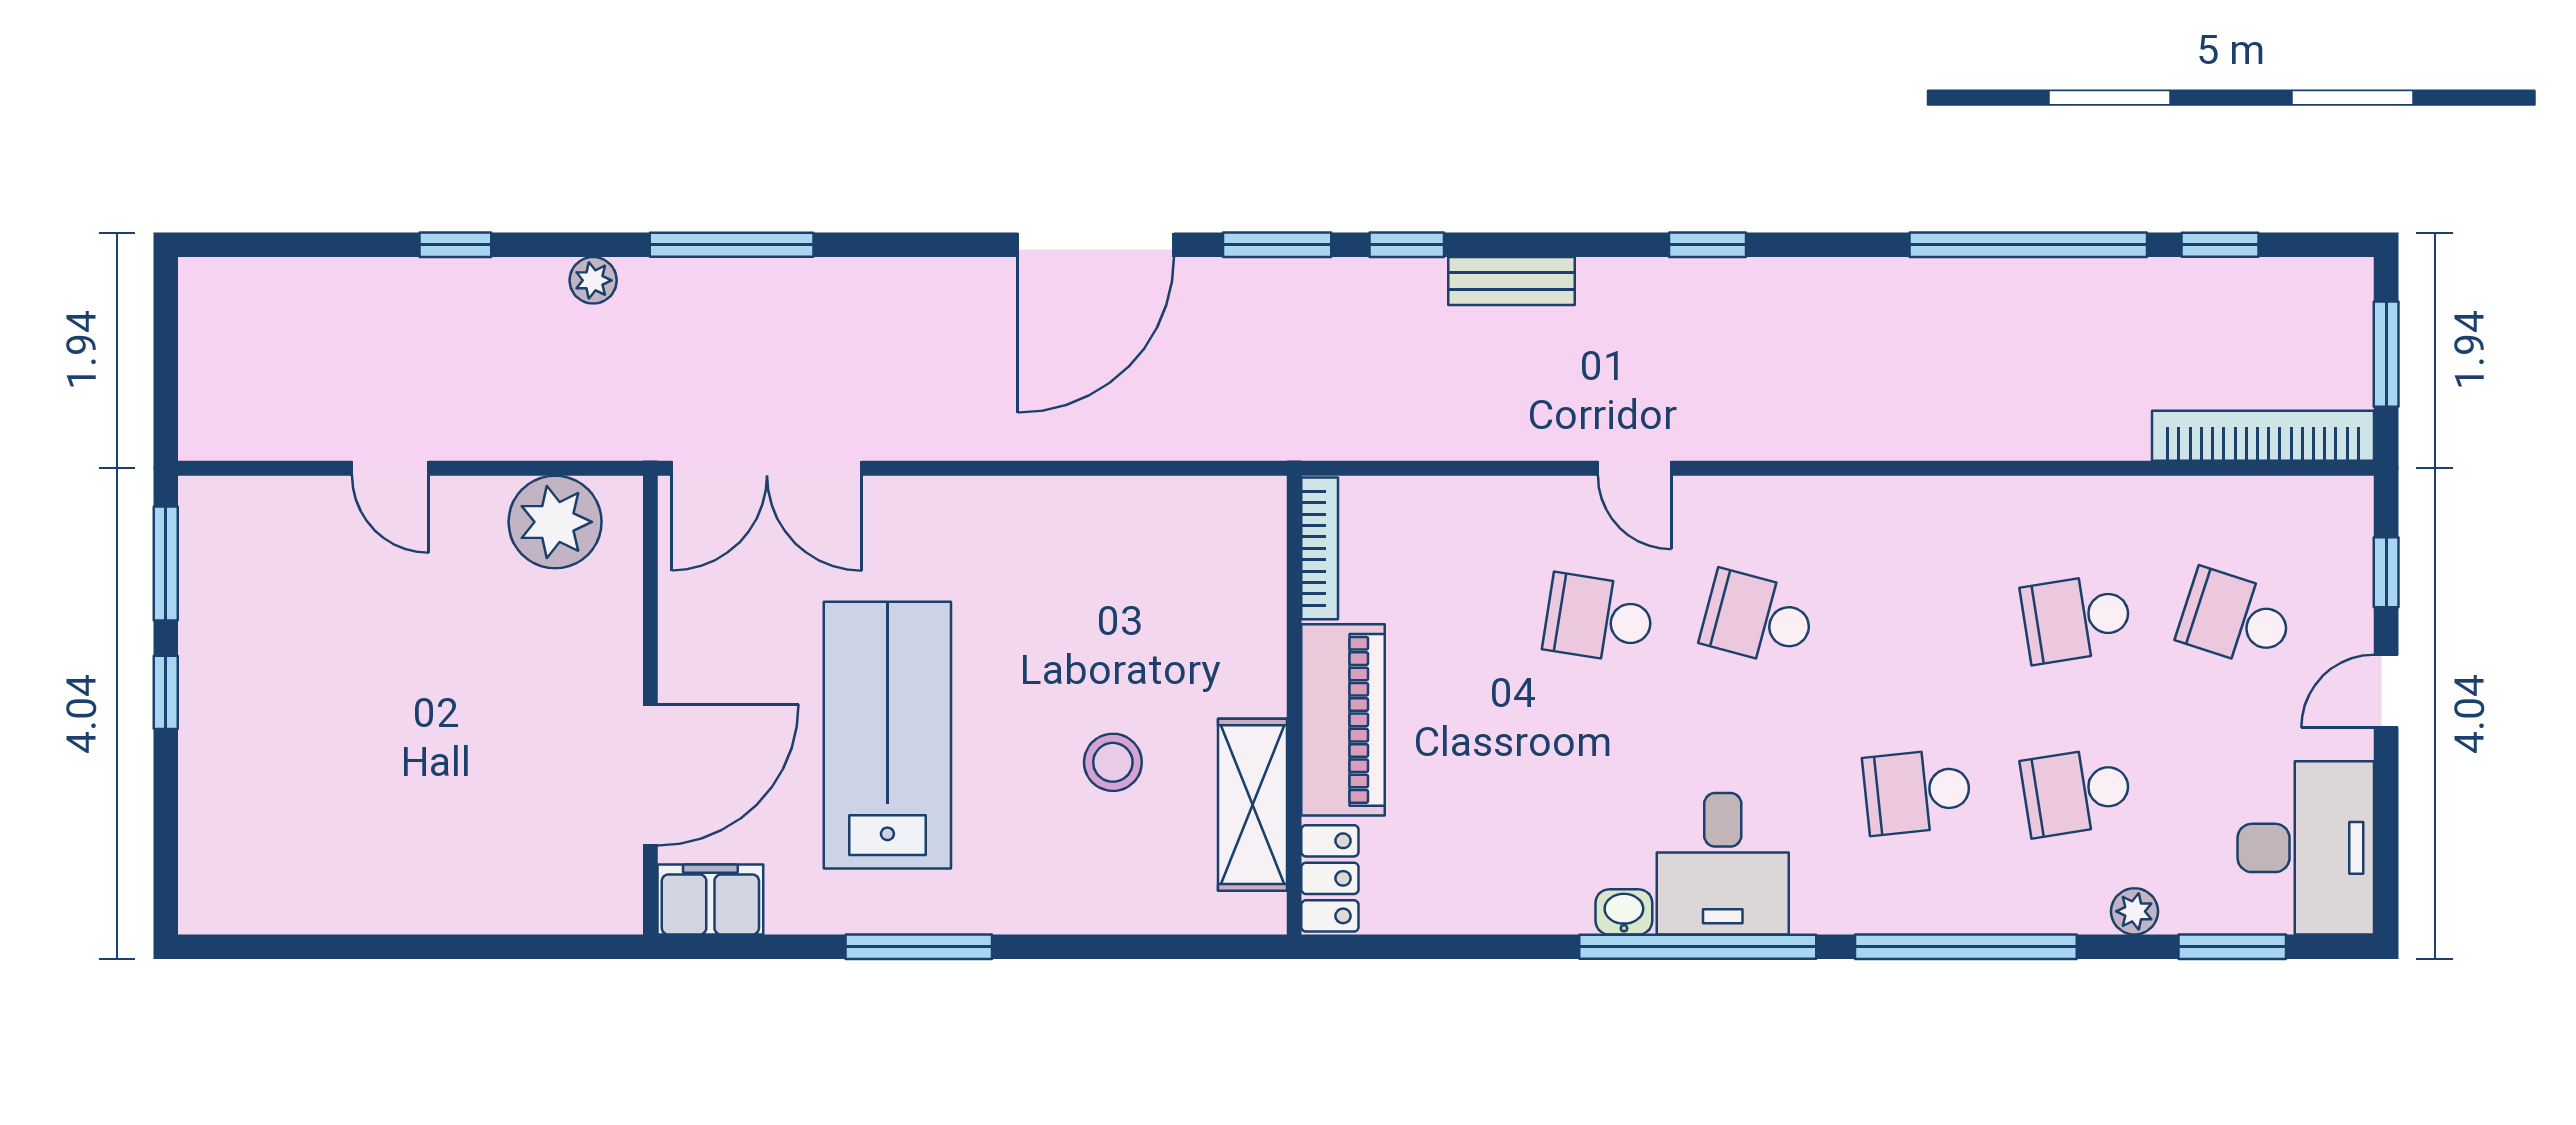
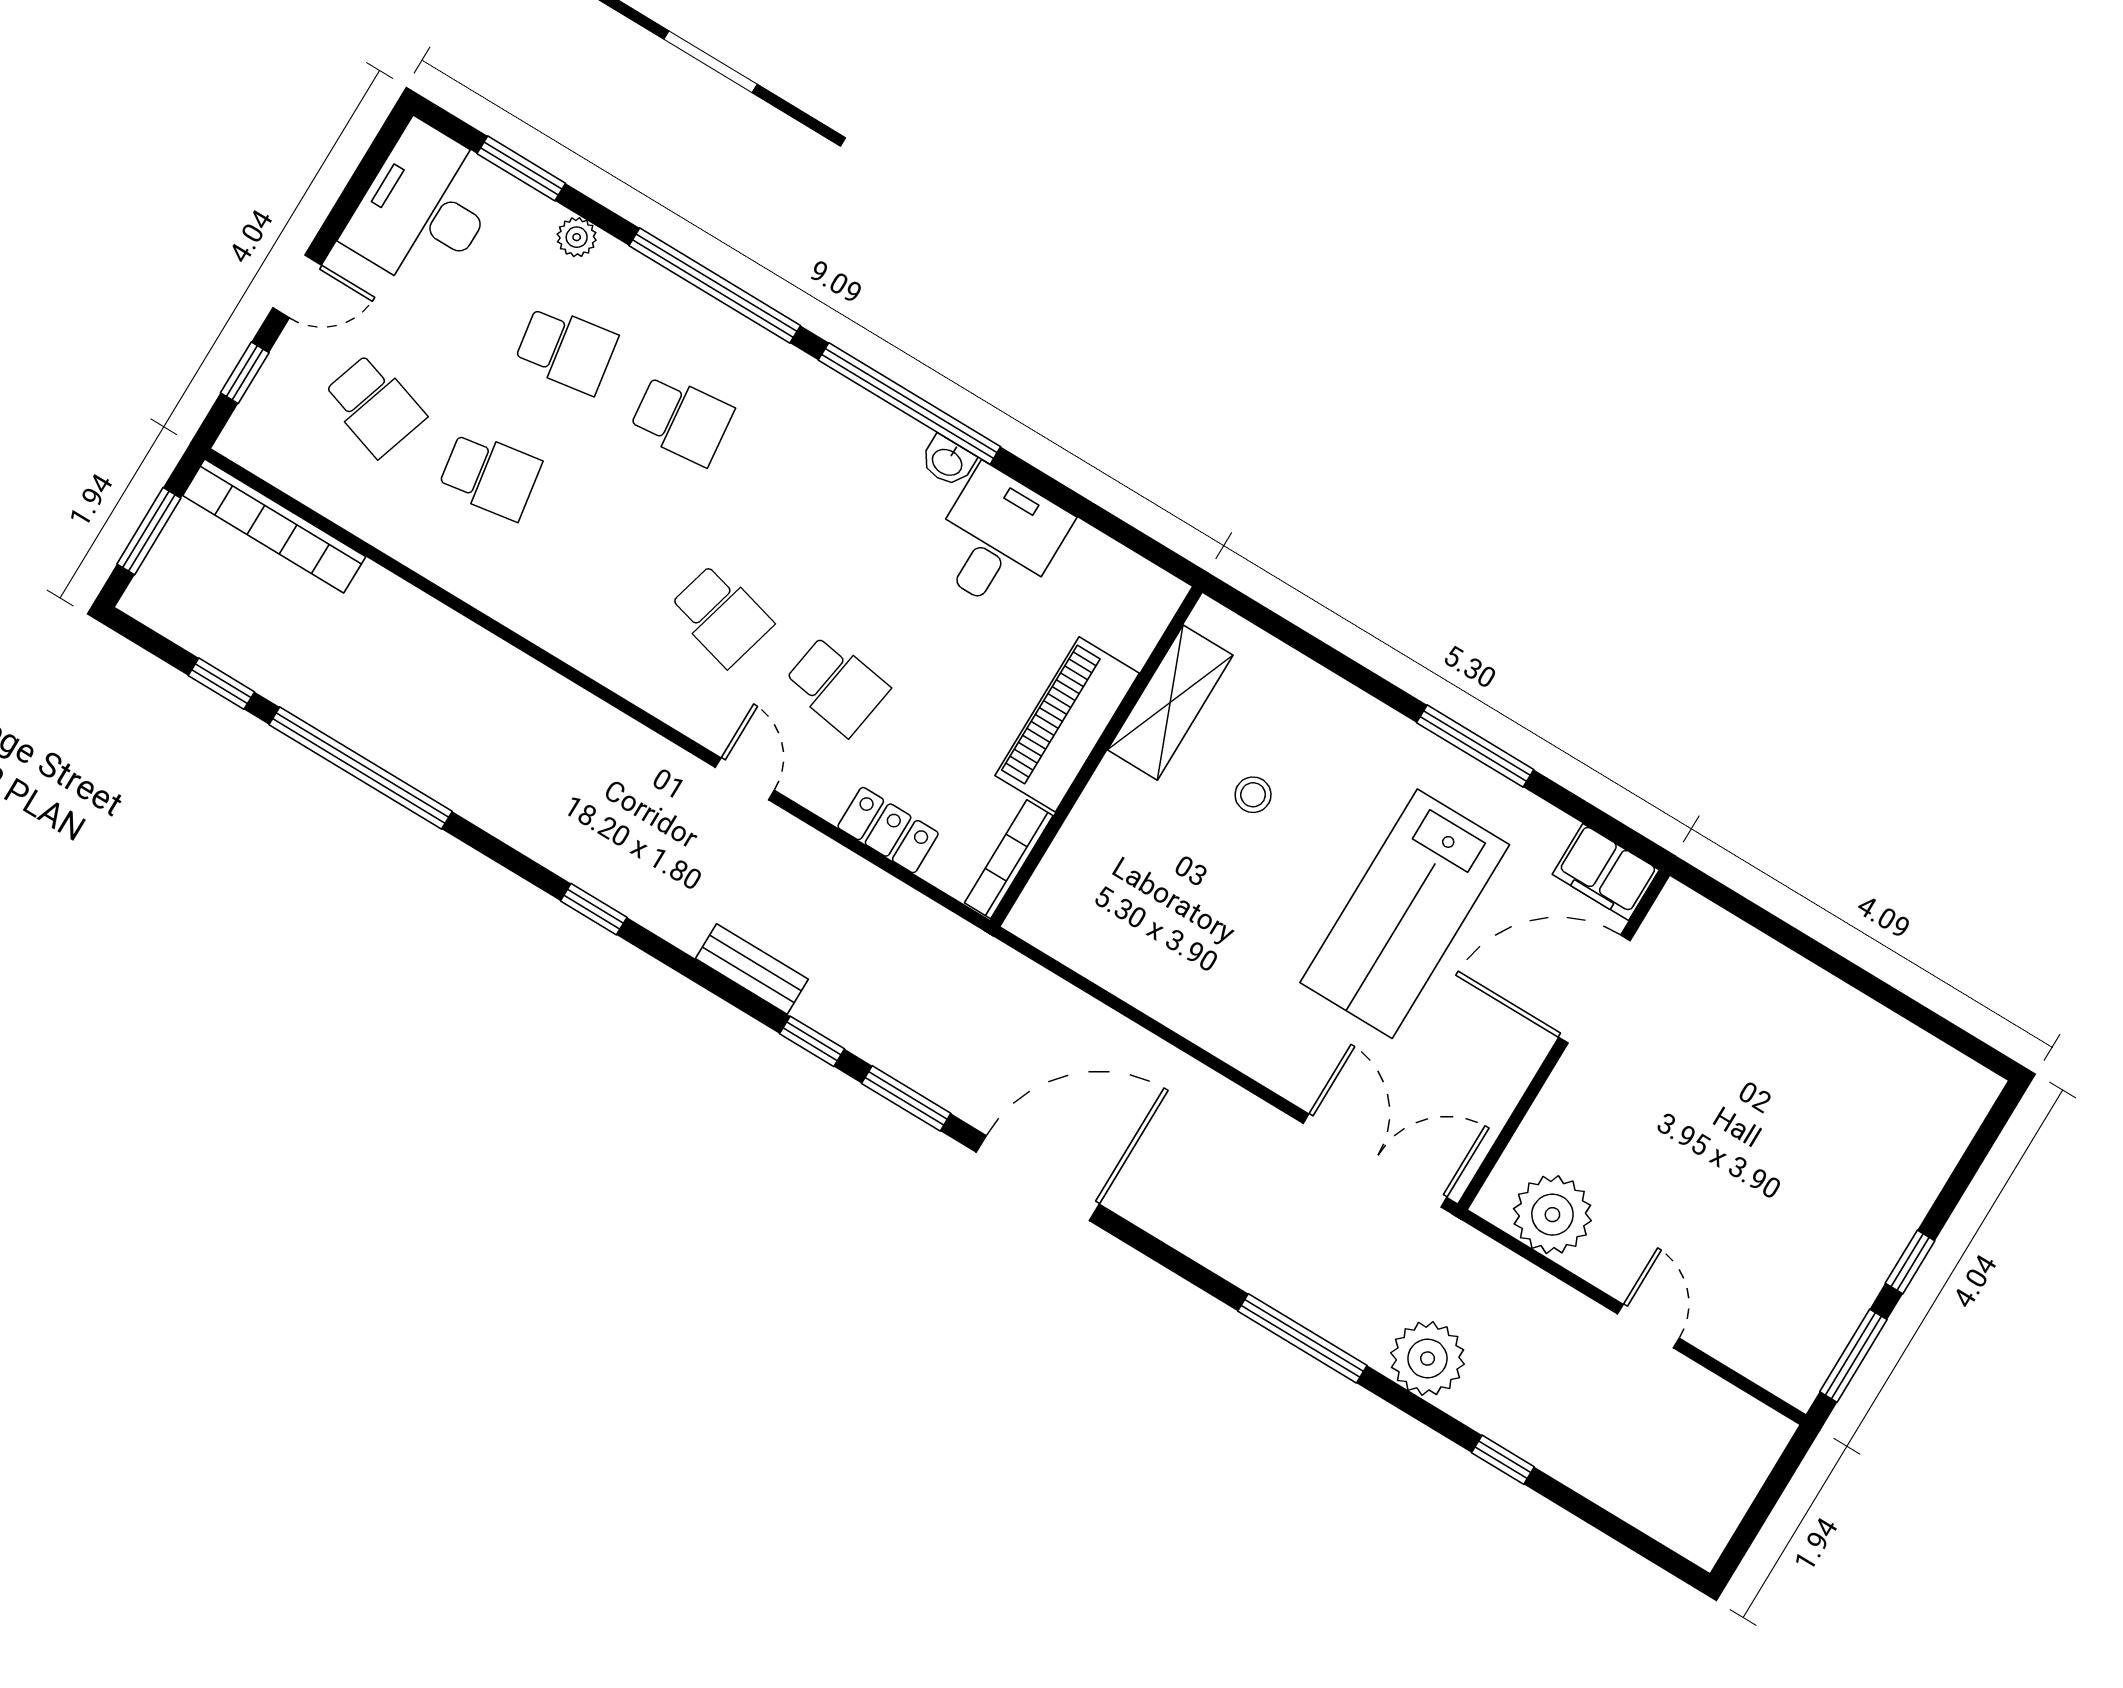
plant: (593, 280) -> (1428, 1359), width x1.88, depth x1.88
stool: (1113, 762) -> (1253, 795), width x0.73, depth x0.73
desk: (1723, 864) -> (998, 540), moved
locker: (1330, 878) -> (888, 830), moved, turned 90

